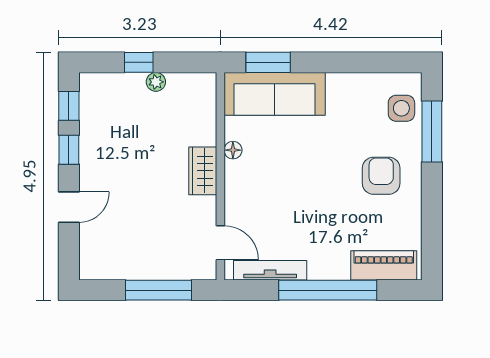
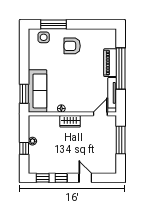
piano: (384, 265) -> (110, 63), moved

